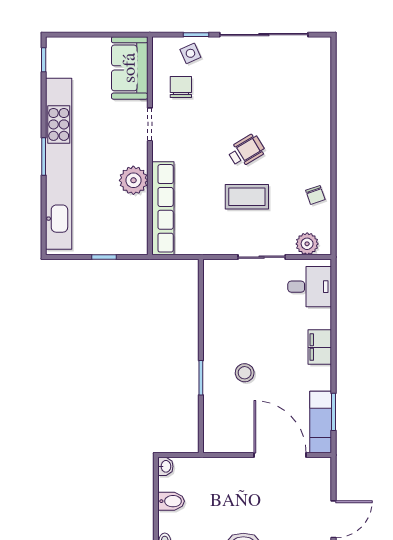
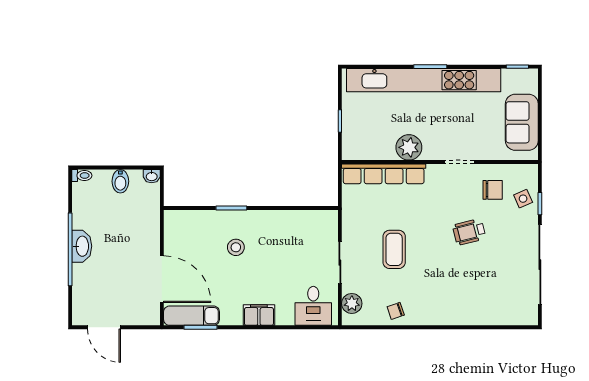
sofa: (130, 68) -> (522, 122), moved, turned -90
wheelchair: (246, 151) -> (469, 232), moved, turned 107
door: (280, 455) -> (162, 279), hinge flipped

